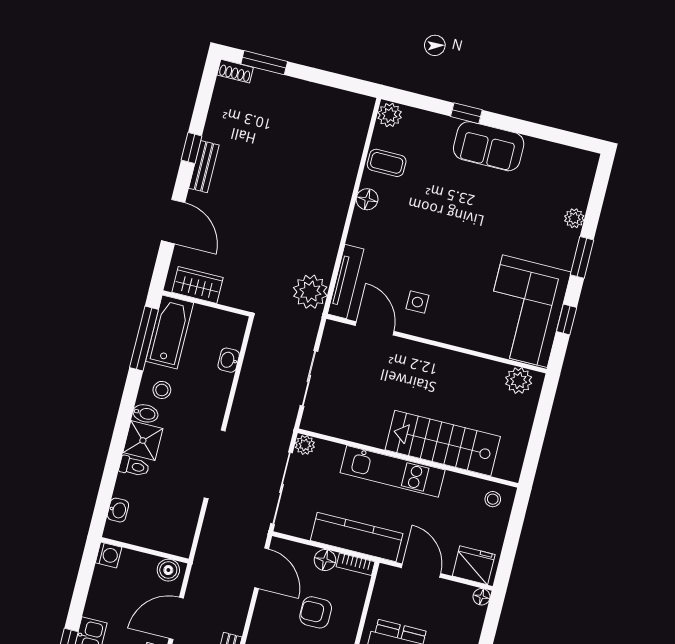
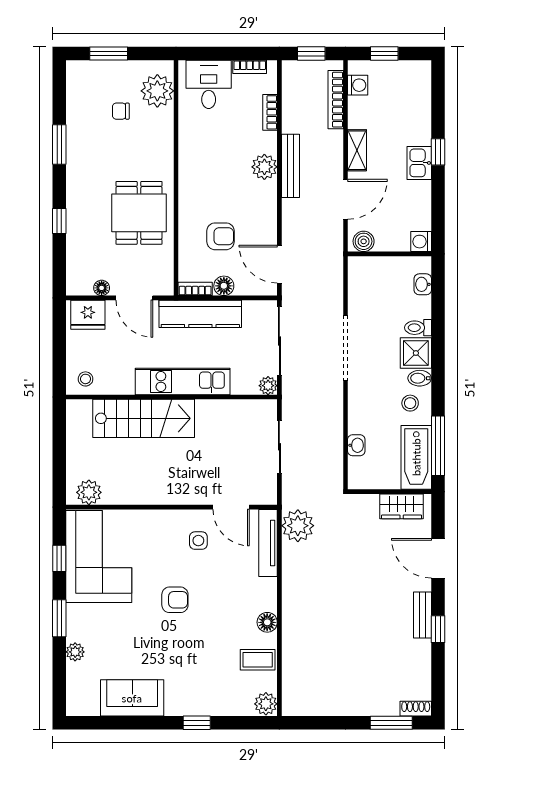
sofa: (489, 146) -> (132, 698), moved
armchair: (457, 247) -> (175, 600), added
floor lamp: (482, 597) -> (102, 288), moved

